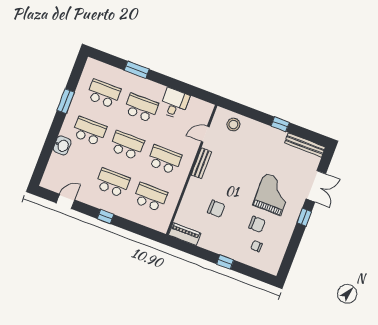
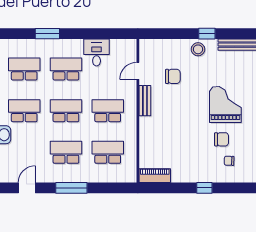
stool: (233, 125) -> (198, 49), moved
chair: (216, 209) -> (173, 76), moved
window: (105, 217) -> (71, 188), width x2.17

